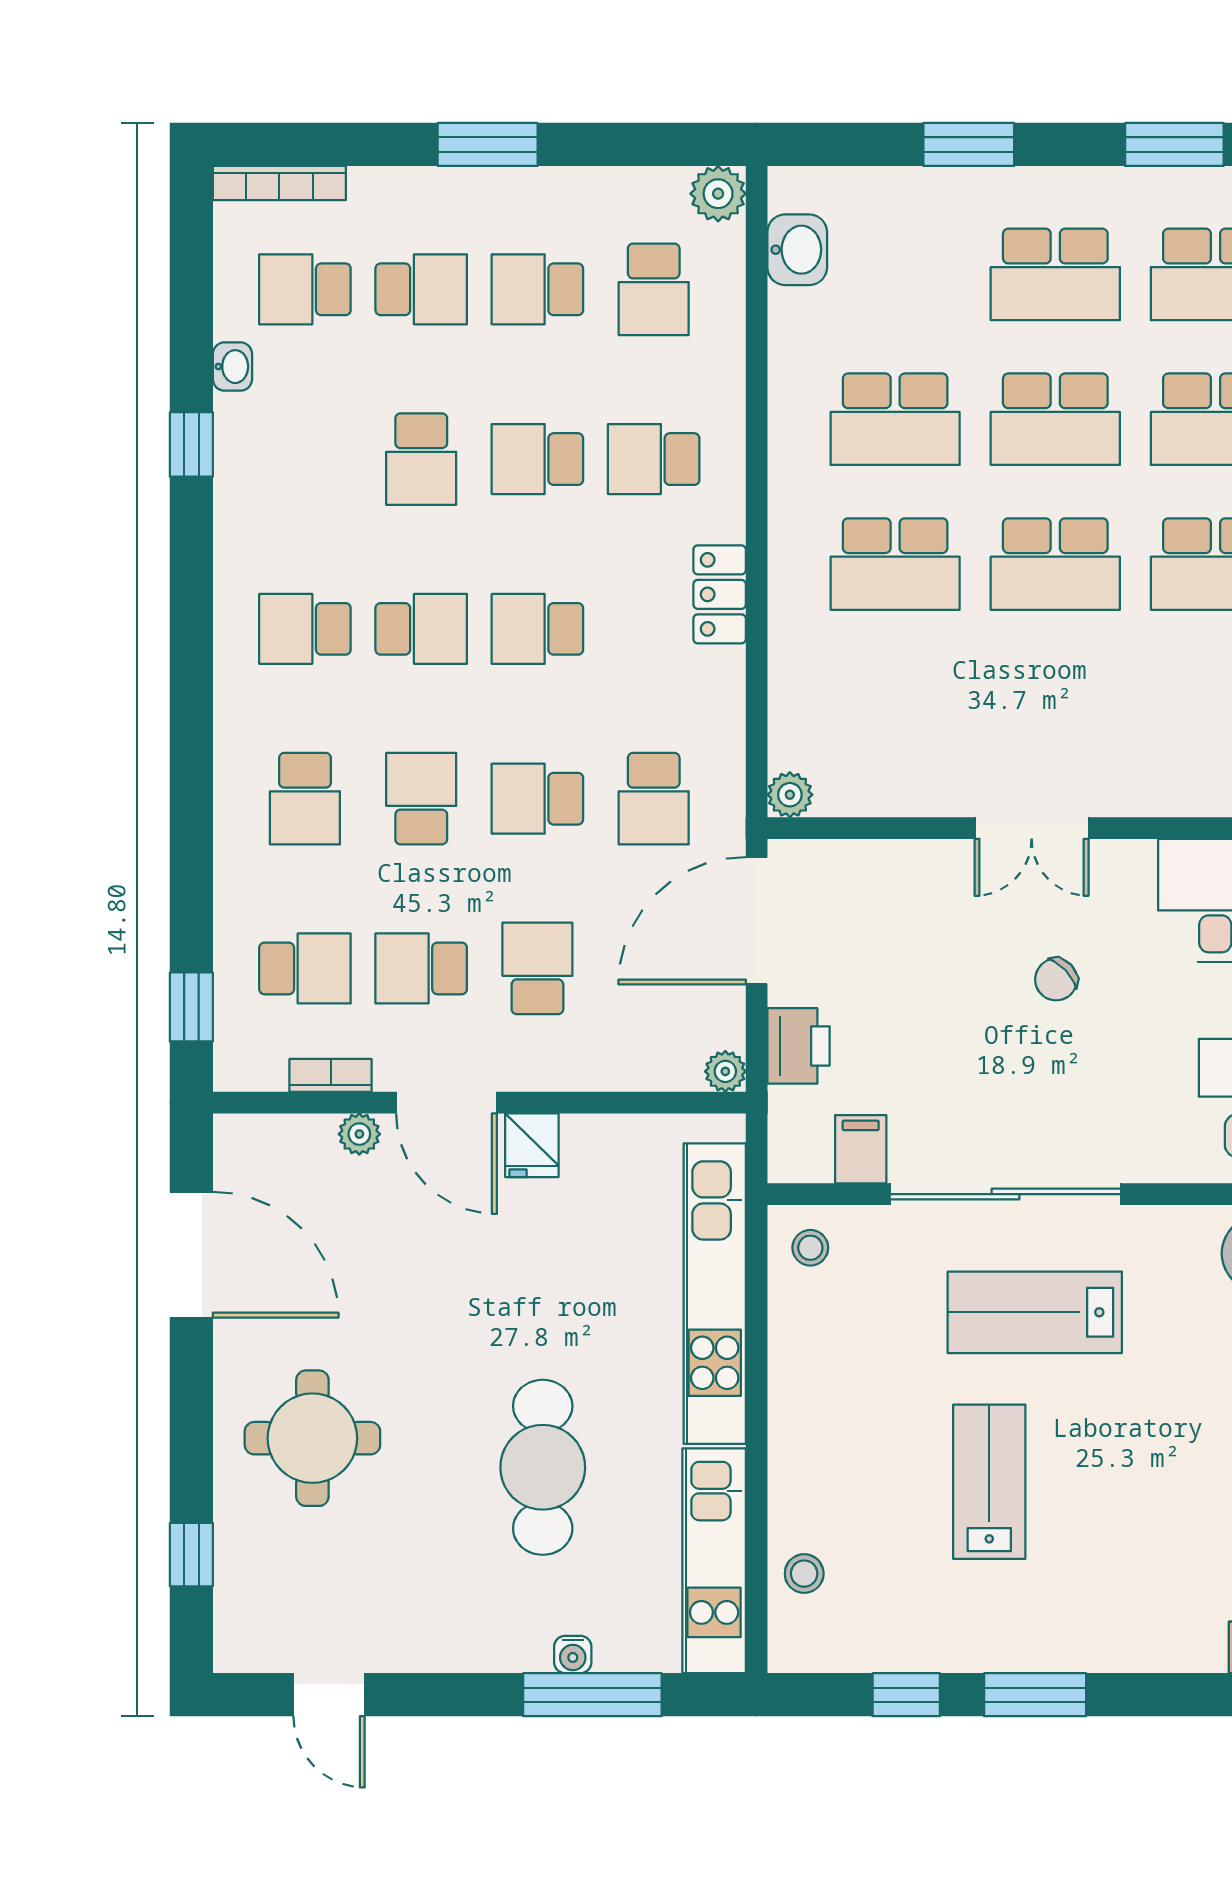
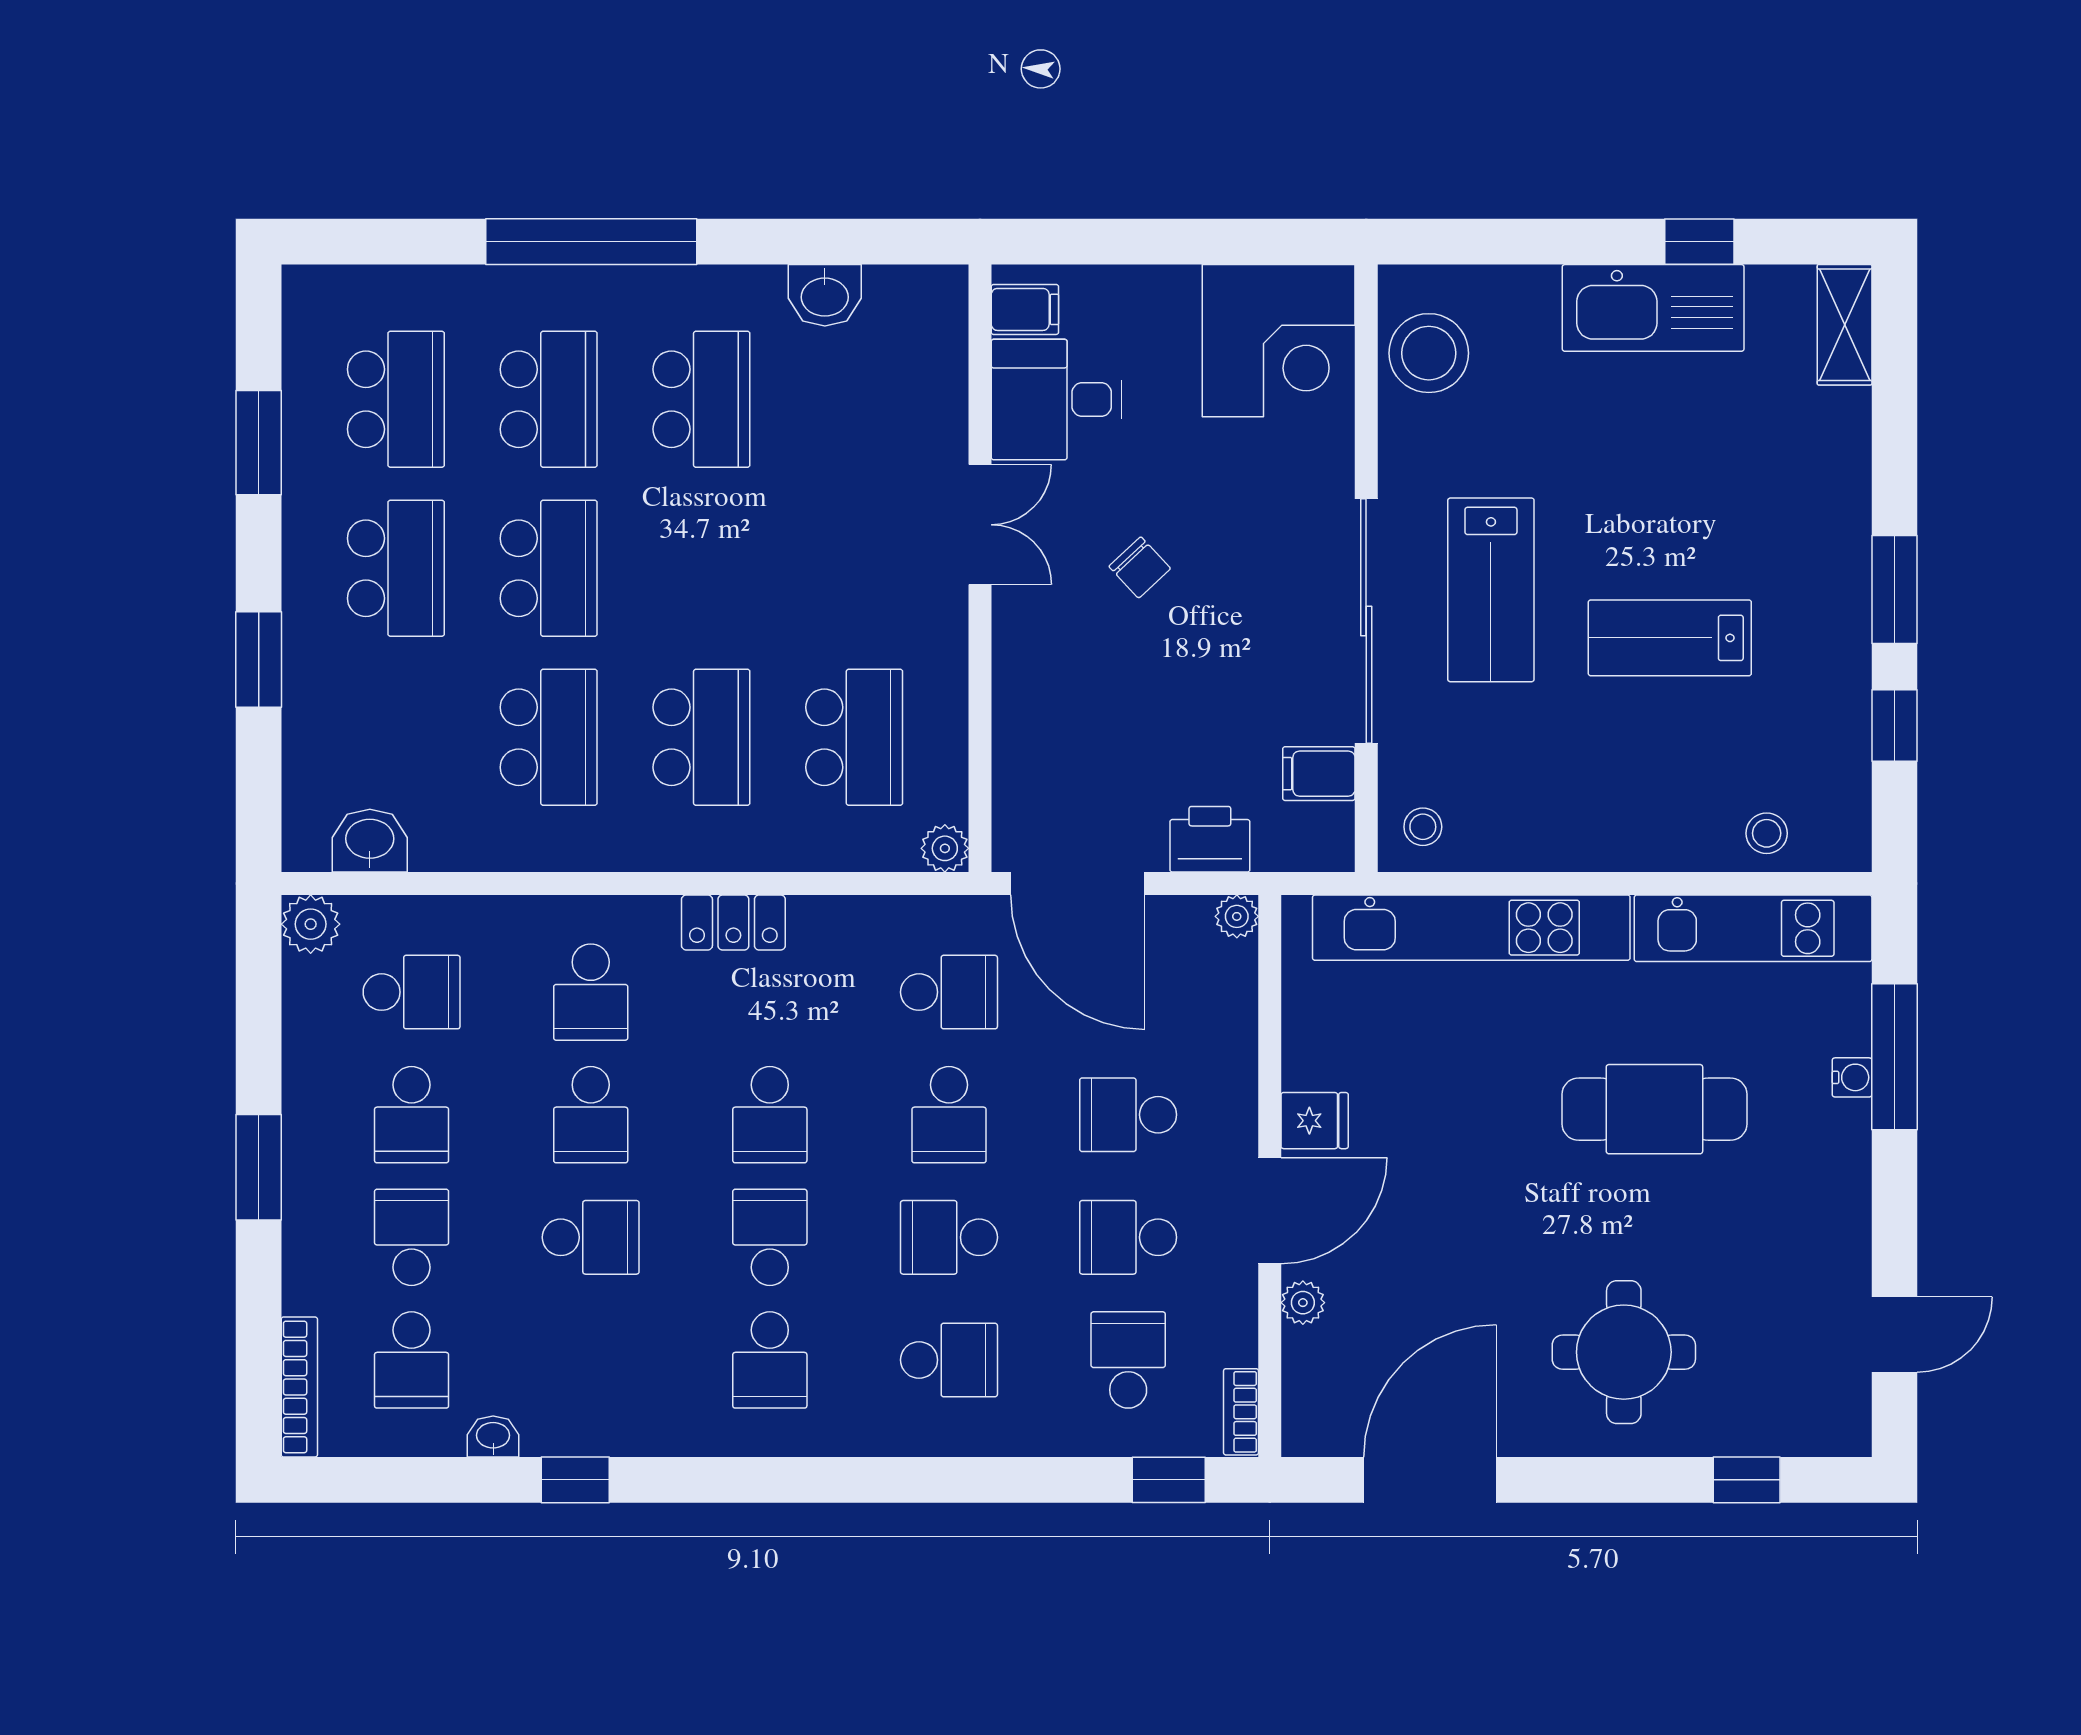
school desk: (1055, 564) -> (854, 737), moved
double door: (1032, 828) -> (980, 525), moved
school desk: (421, 968) -> (1128, 1237), turned 90
bookcase: (331, 1075) -> (1241, 1412), moved

